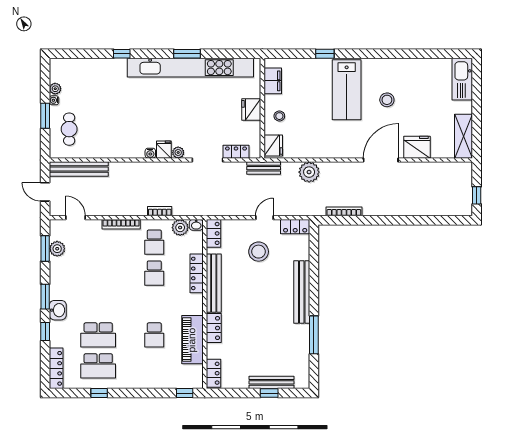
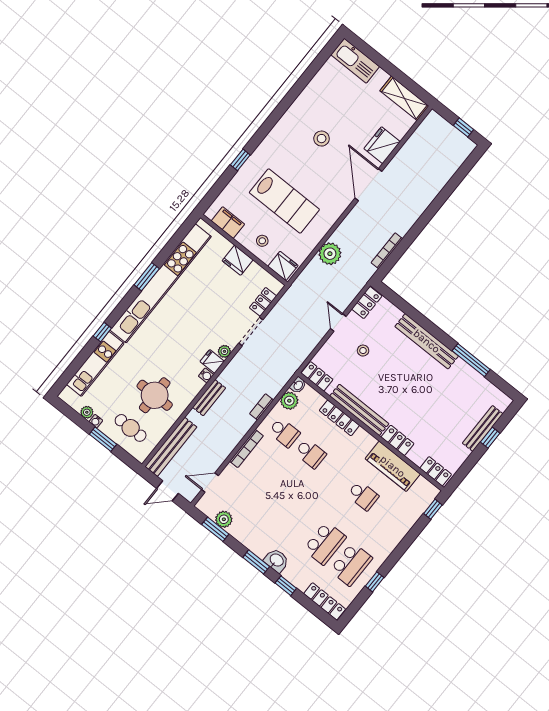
kitchen unit: (95, 67) -> (95, 364), added
lab bench: (347, 90) -> (284, 201), moved
round table: (106, 128) -> (155, 395), added
bench: (264, 168) -> (209, 398), moved
stool: (259, 252) -> (363, 351), width x0.53, depth x0.53

